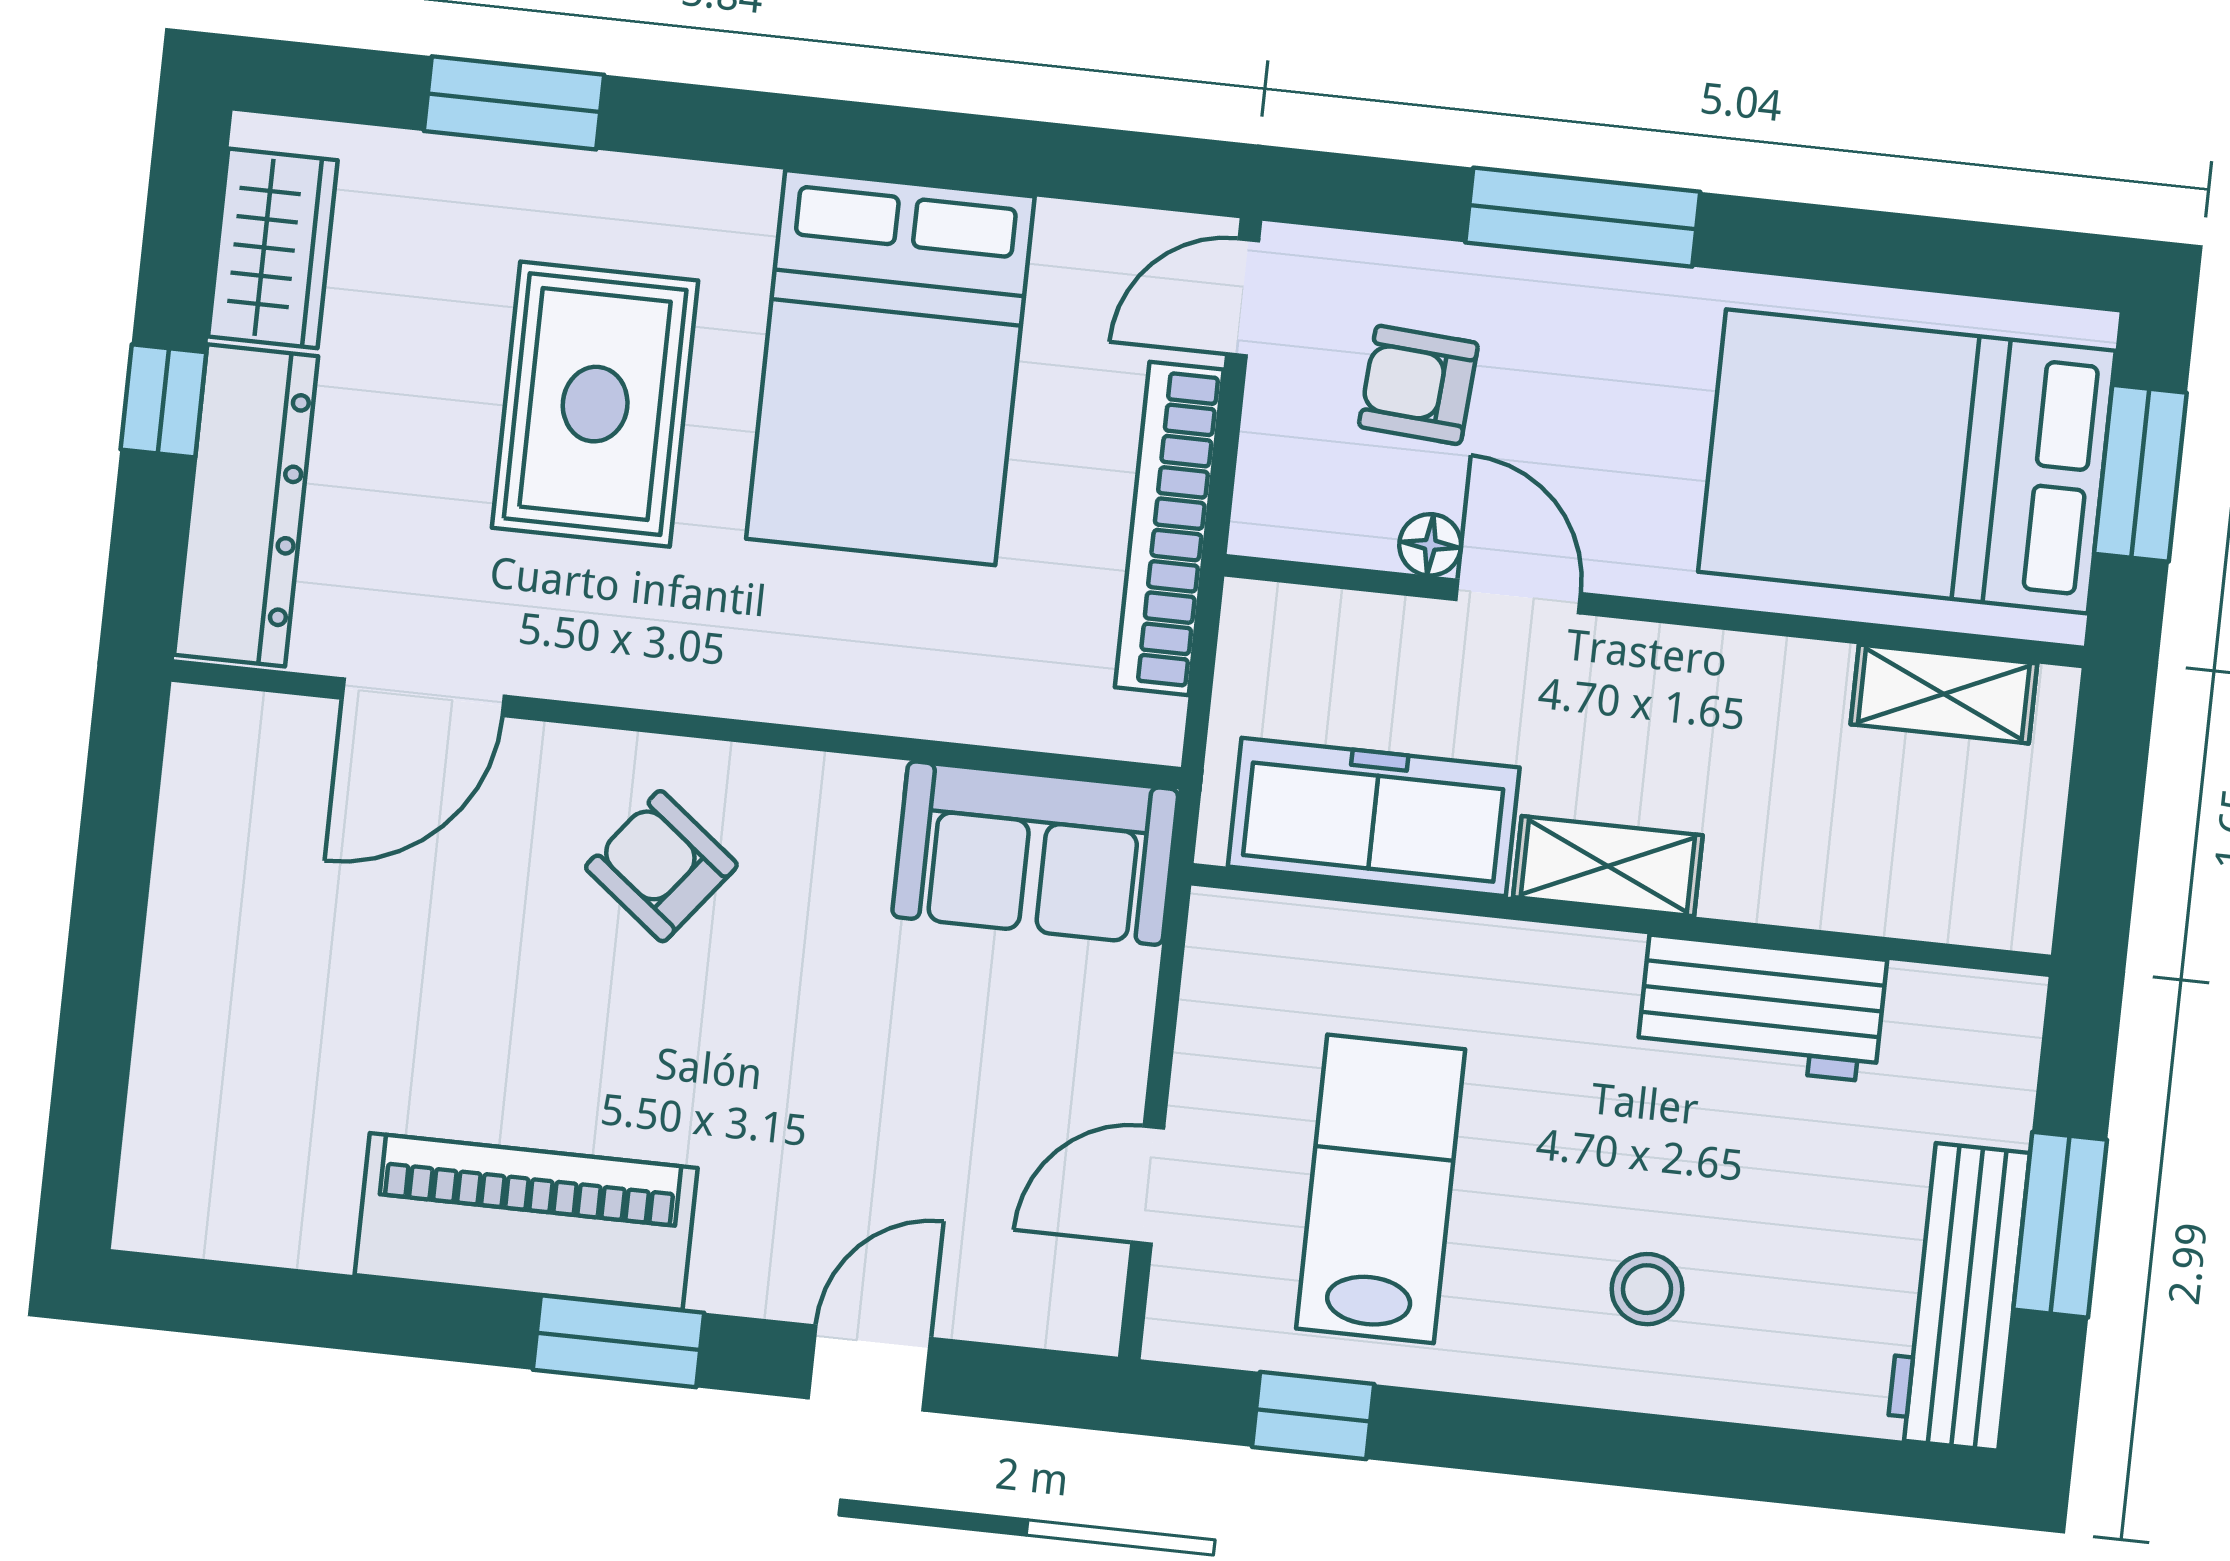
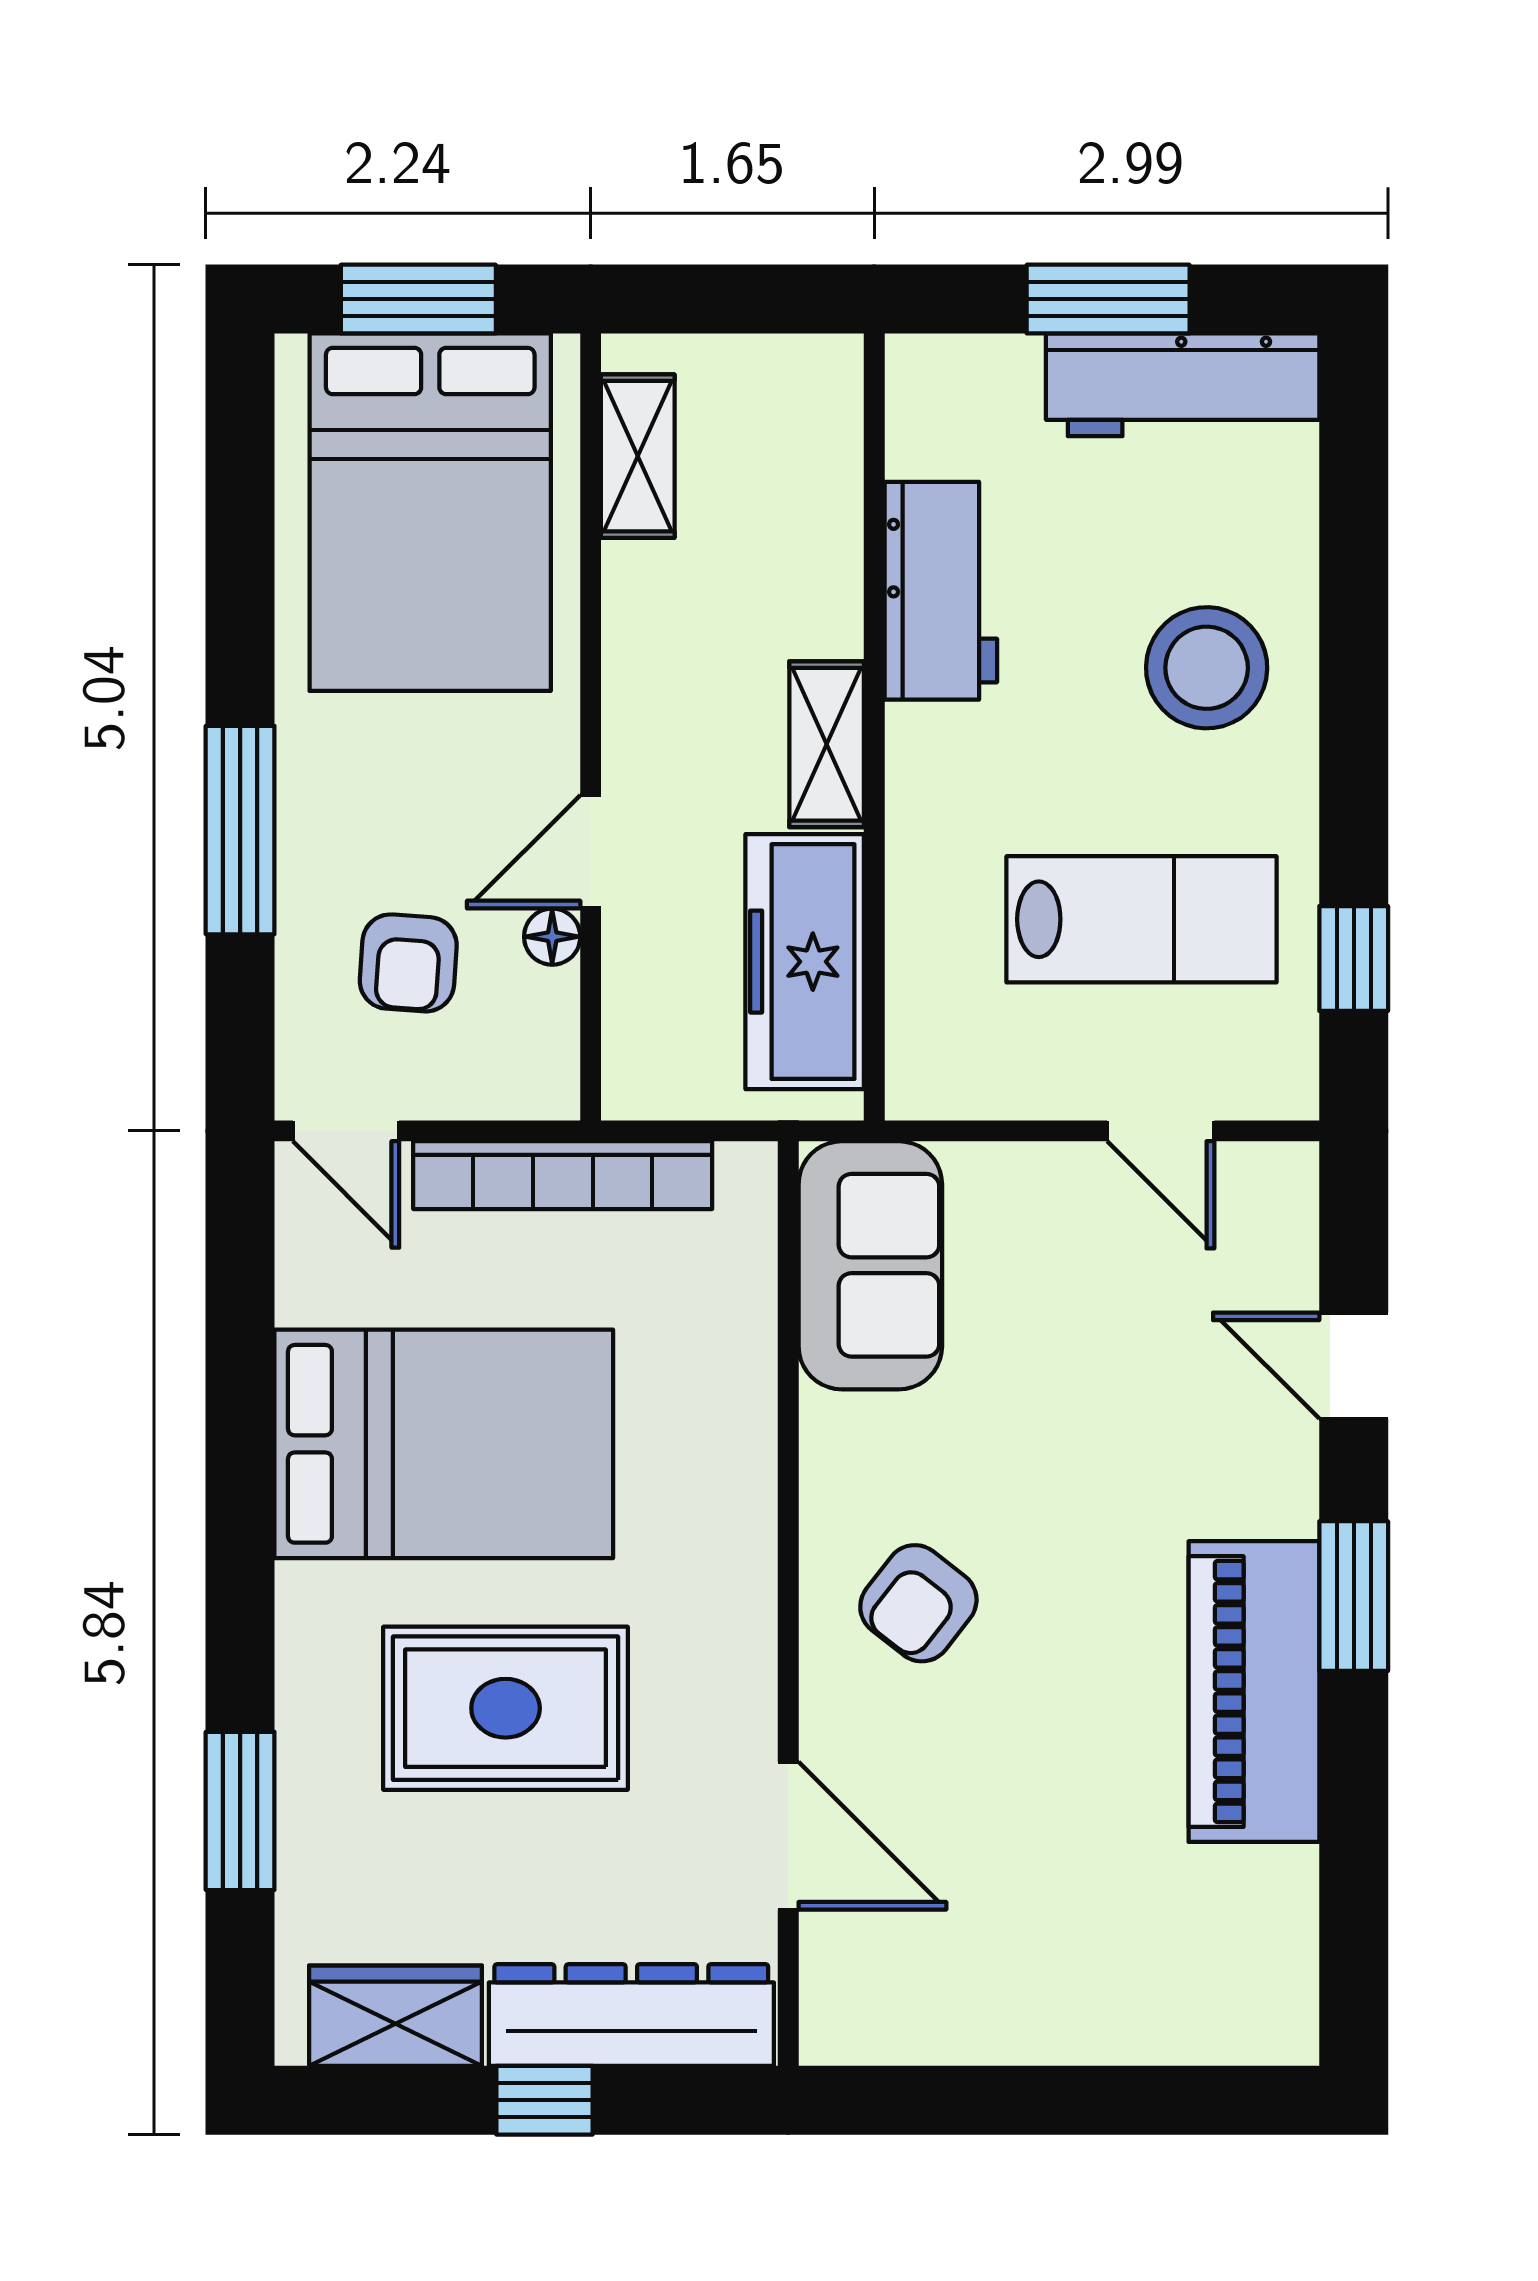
lab bench: (1381, 1189) -> (1141, 919), turned 180
stool: (1647, 1289) -> (1207, 668), width x1.89, depth x1.89

